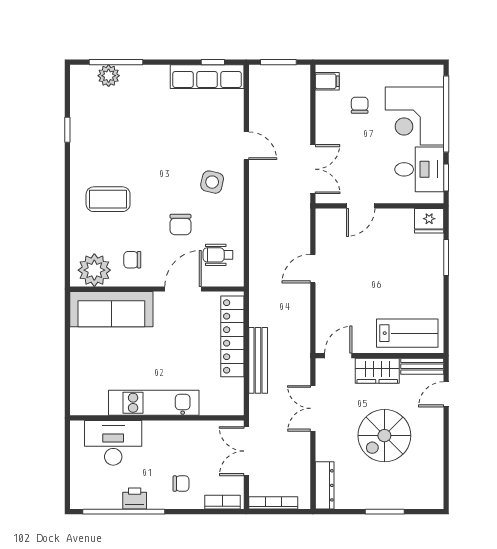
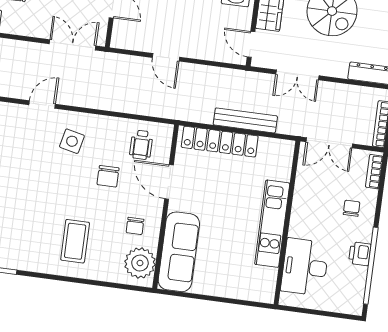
chair: (180, 225) -> (108, 176), turned 90

